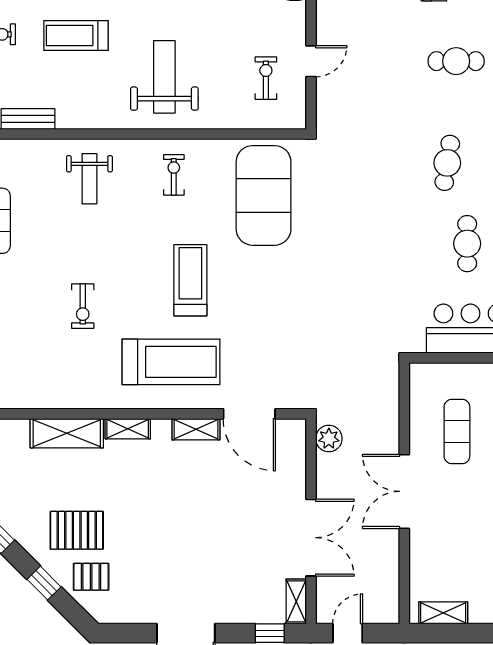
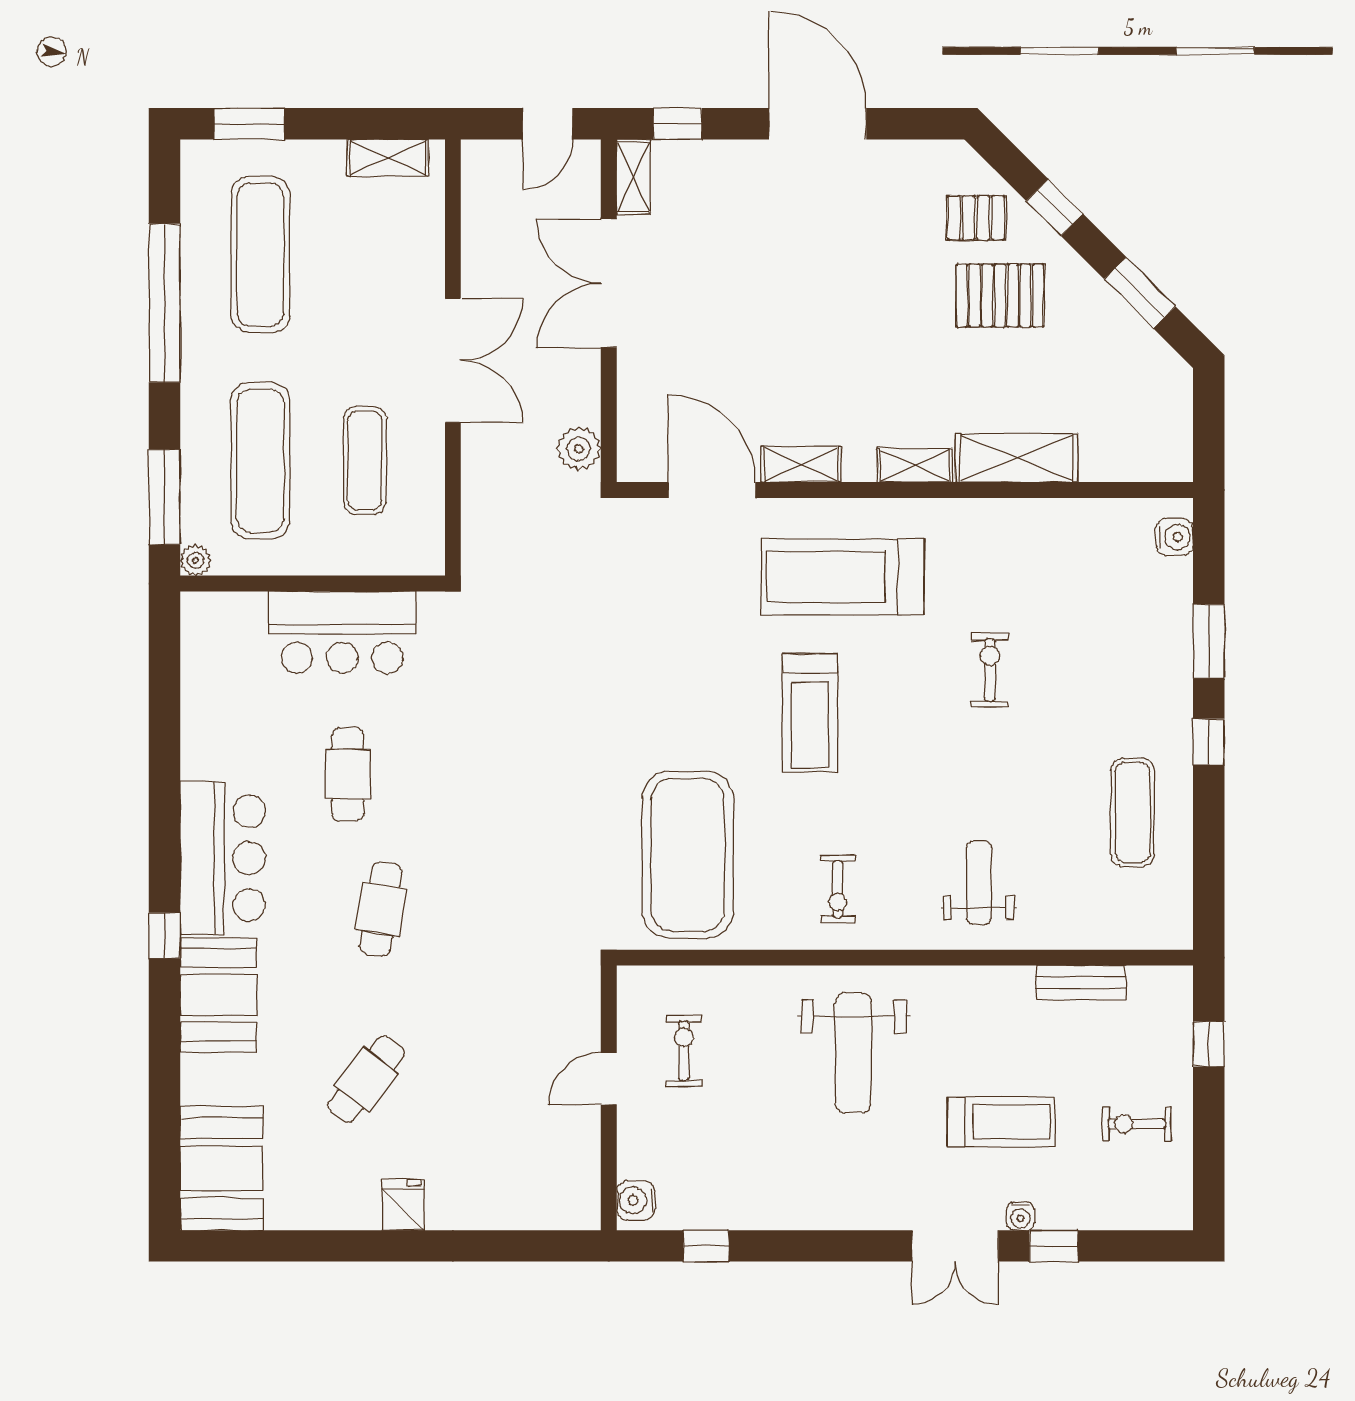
cafe table: (456, 61) -> (366, 1079), turned -52
exercise bike: (266, 78) -> (684, 1051), turned 180

